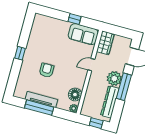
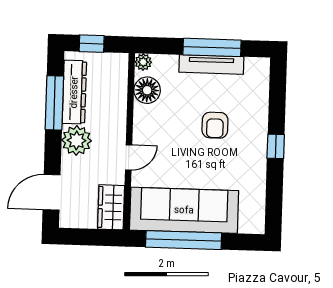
window: (74, 19) -> (184, 240), width x3.17
sofa: (83, 34) -> (184, 210), width x1.85, depth x1.27
window: (124, 87) -> (54, 103), moved

